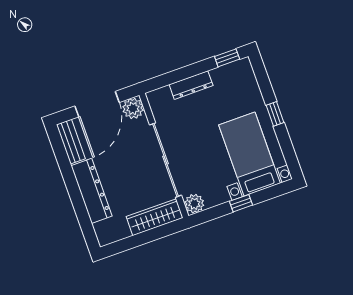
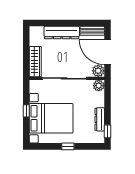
dresser: (191, 85) -> (100, 119), moved
bed with nightstands: (249, 154) -> (51, 118), width x1.36
plant: (194, 204) -> (99, 86), moved

